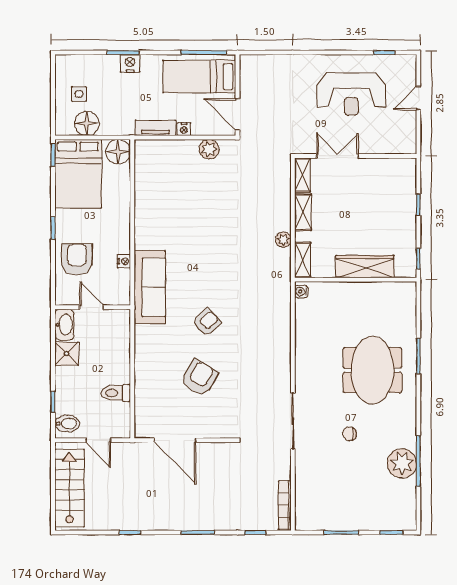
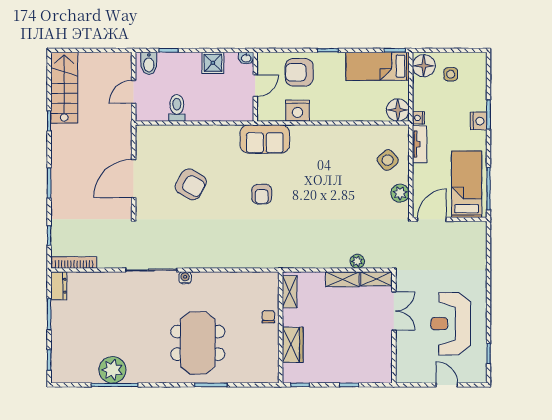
floor lamp: (87, 123) -> (424, 66), moved
nightstand: (184, 129) -> (418, 118), moved
side table: (173, 163) -> (388, 160), added
bed: (78, 174) -> (377, 66), width x0.67
plant: (283, 240) -> (357, 261), moved
armchair: (77, 259) -> (299, 72), turned 180
shelving: (303, 260) -> (290, 292), moved, turned 90
nightstand: (124, 261) -> (297, 111), width x1.89, depth x1.79
wardrobe: (365, 267) -> (293, 345), width x0.67
sofa: (150, 287) -> (265, 139), width x0.73
water cooler: (301, 292) -> (185, 278), moved
armchair: (207, 322) -> (262, 194), moved, turned 43
washbasin: (64, 325) -> (246, 58), width x0.52, depth x0.69
meeting table: (372, 370) -> (198, 343), turned 90
chair: (350, 434) -> (268, 317), moved
door: (175, 440) -> (134, 178), moved
stairs: (69, 488) -> (64, 88), moved, turned -90
dresser: (310, 522) -> (59, 286), added

